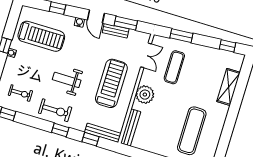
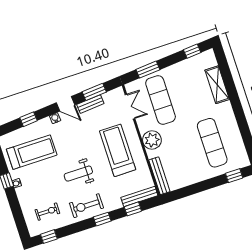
exercise mat: (174, 67) -> (161, 100), width x1.36, depth x1.45
exercise bike: (55, 110) -> (86, 206), turned 180

